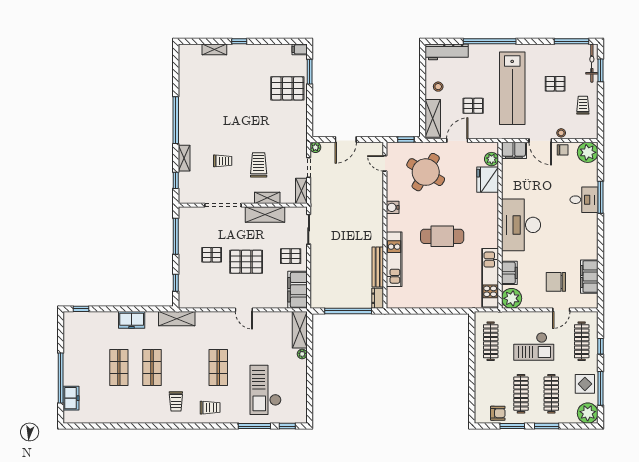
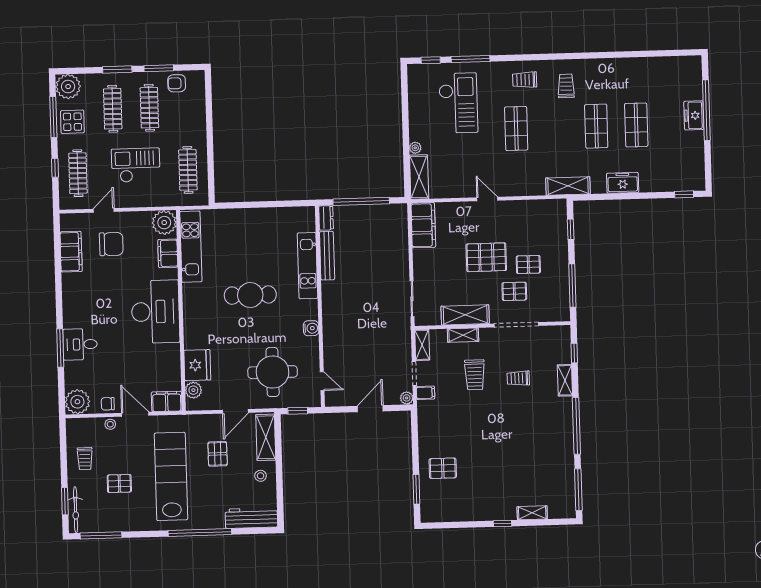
filing cabinet: (300, 49) -> (426, 393), moved
window: (176, 67) -> (578, 490), added
pallet: (287, 88) -> (443, 468), width x0.67, depth x0.71
pallet: (473, 106) -> (218, 454), turned 90
round table: (426, 172) -> (273, 372), turned -31
pallet: (291, 256) -> (514, 291), moved
freezer: (71, 398) -> (694, 115), moved

